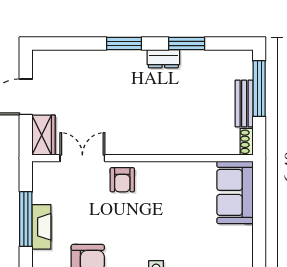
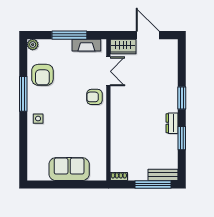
bench: (244, 104) -> (163, 175), moved
sofa: (235, 192) -> (69, 169), moved
fireplace: (41, 227) -> (86, 45), moved

